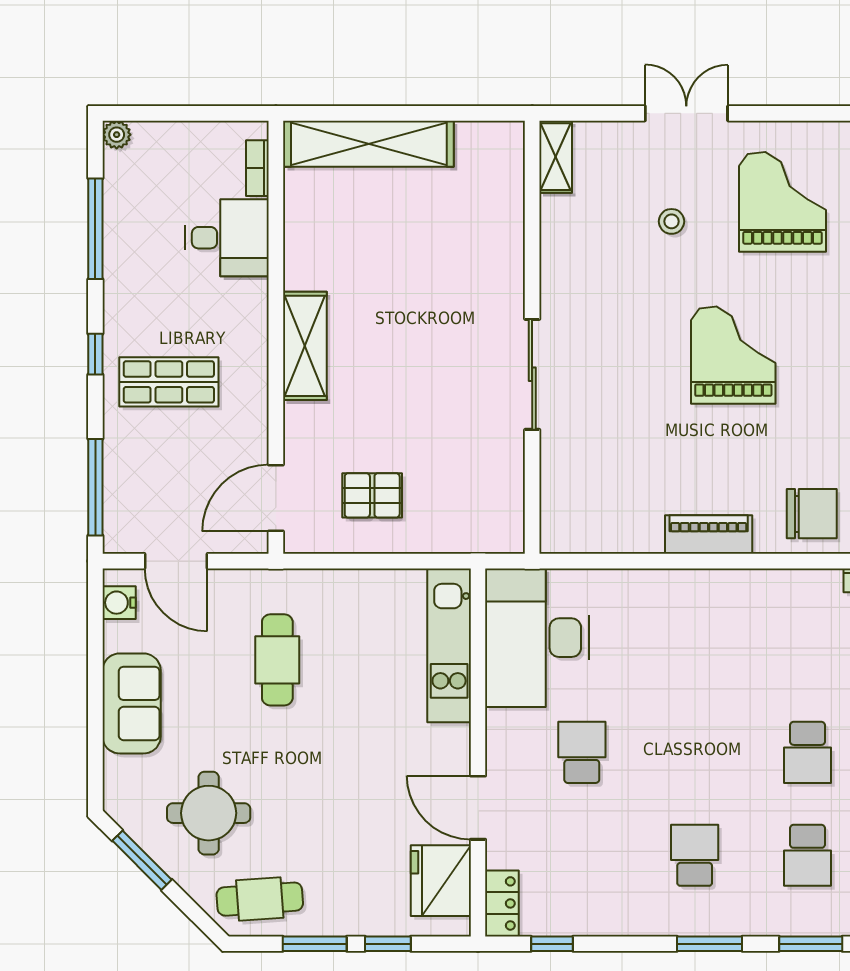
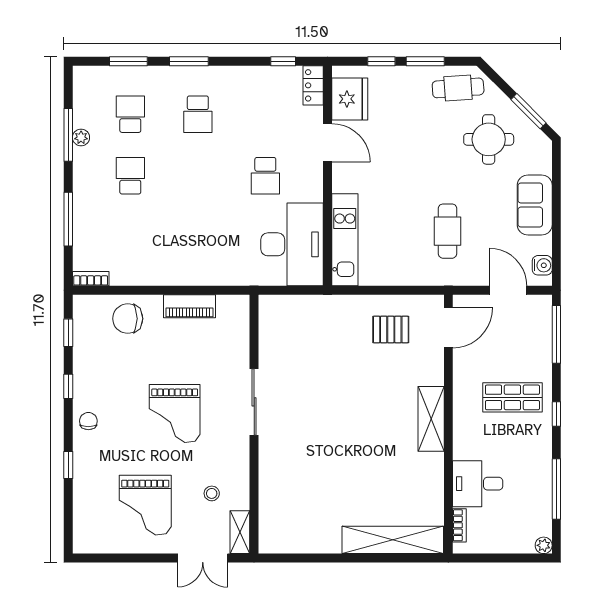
shelving: (556, 157) -> (240, 532), moved
wall: (532, 337) -> (254, 424), moved
sliding door: (532, 374) -> (254, 402), moved

